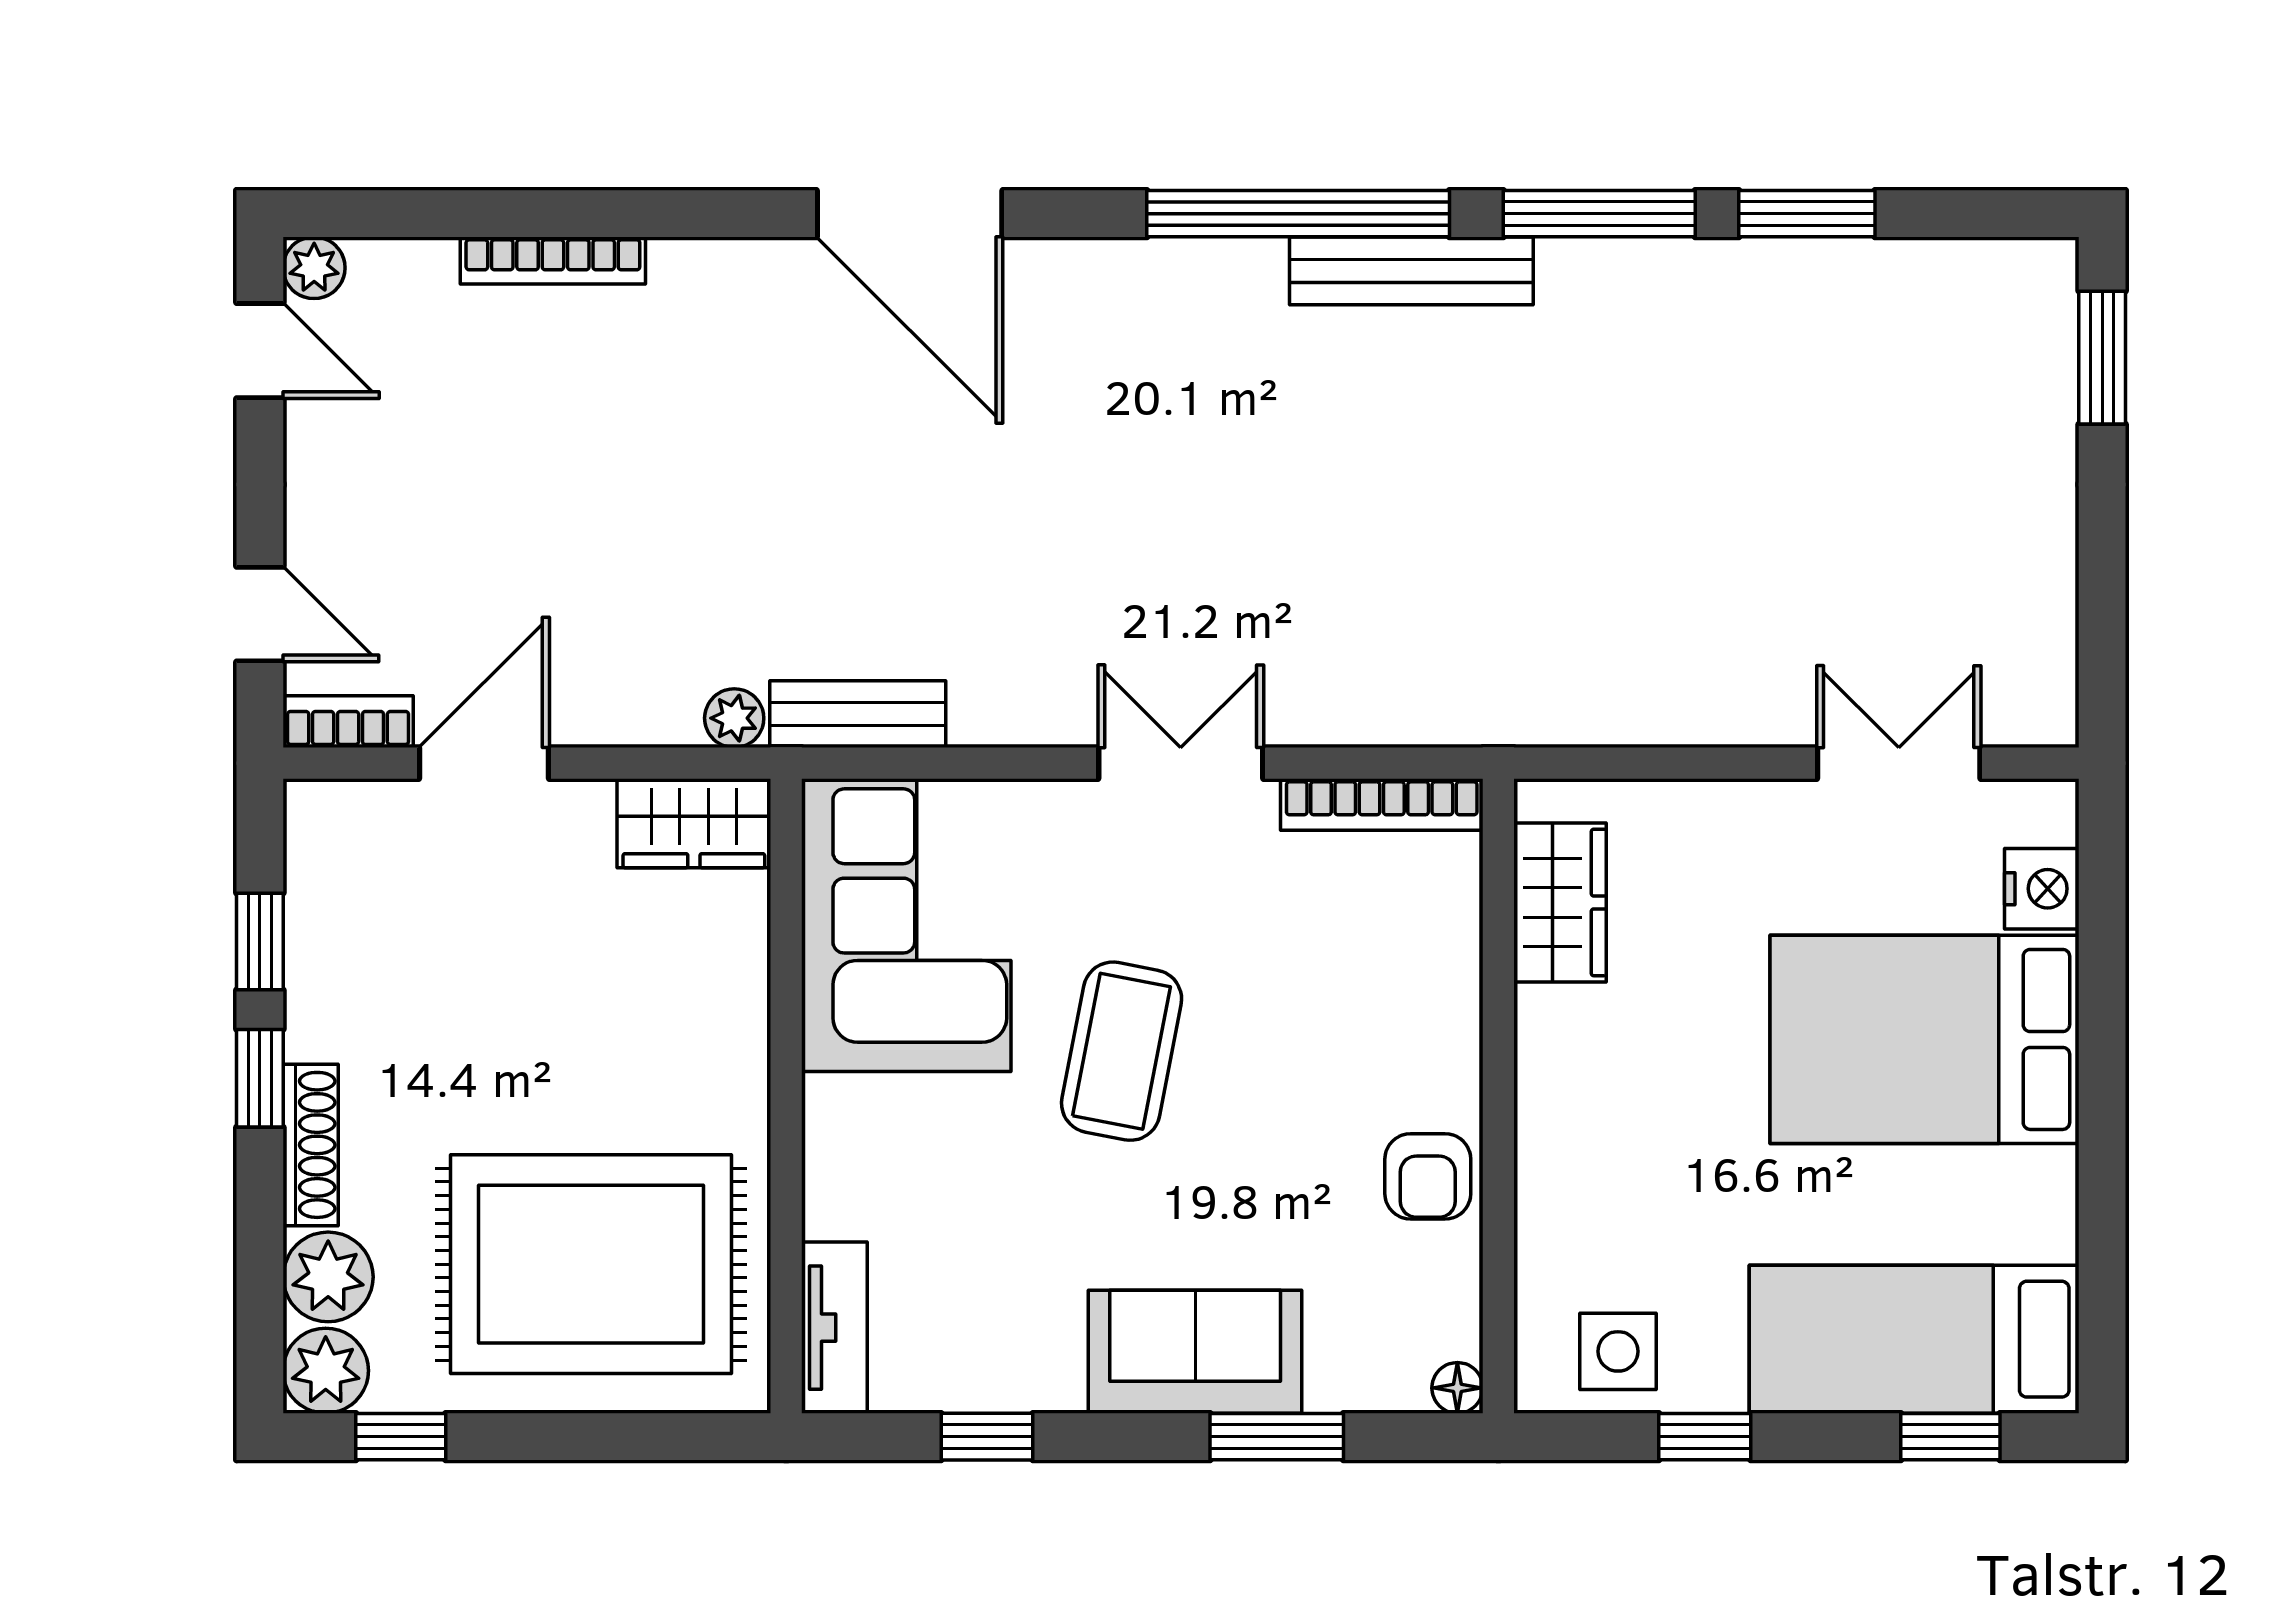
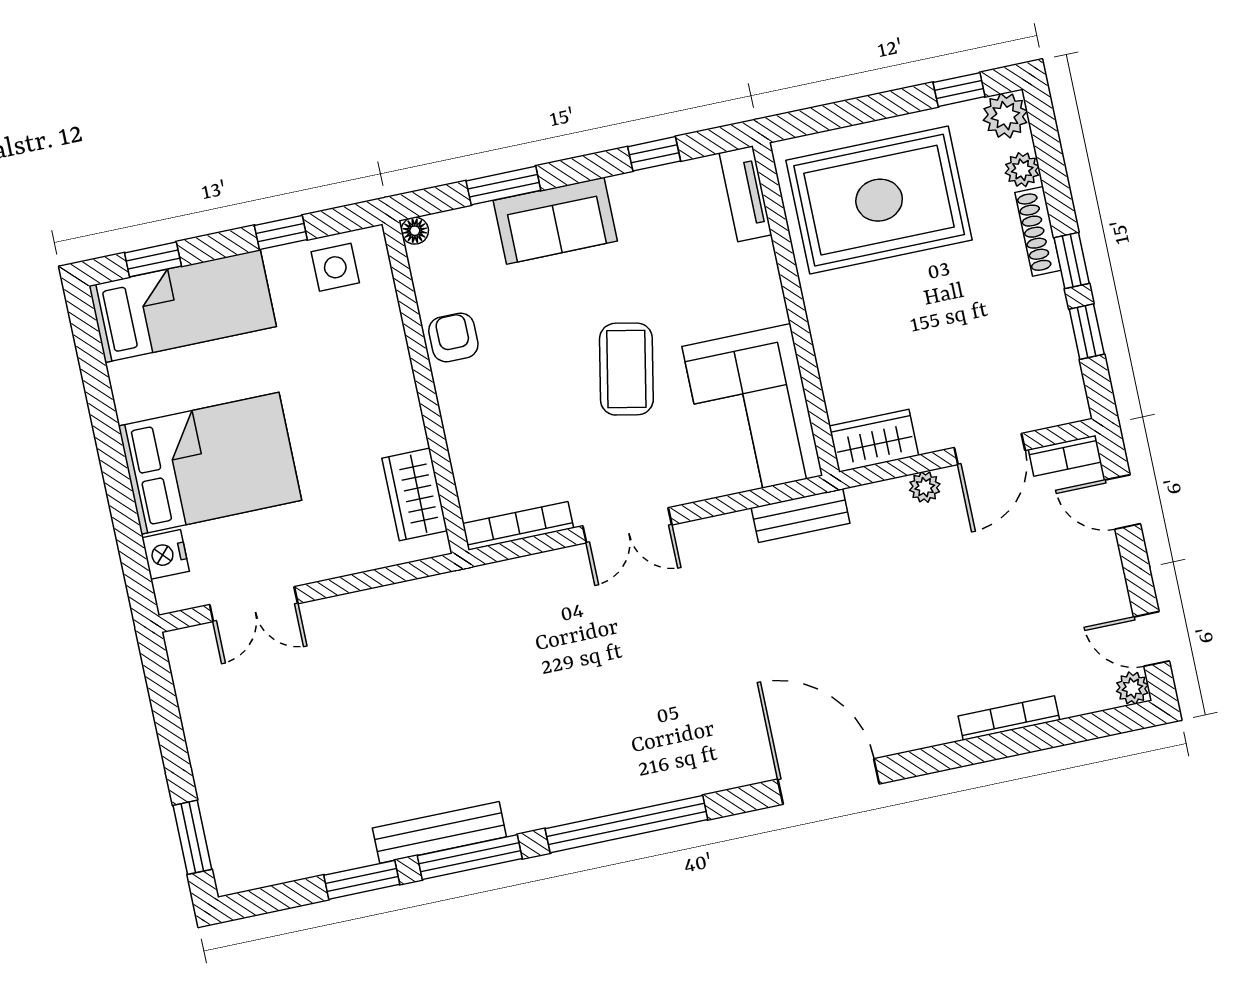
bench: (1411, 271) -> (439, 832), moved
plant: (734, 718) -> (925, 487), moved
plant: (328, 1277) -> (1022, 170), width x0.73, depth x0.73

